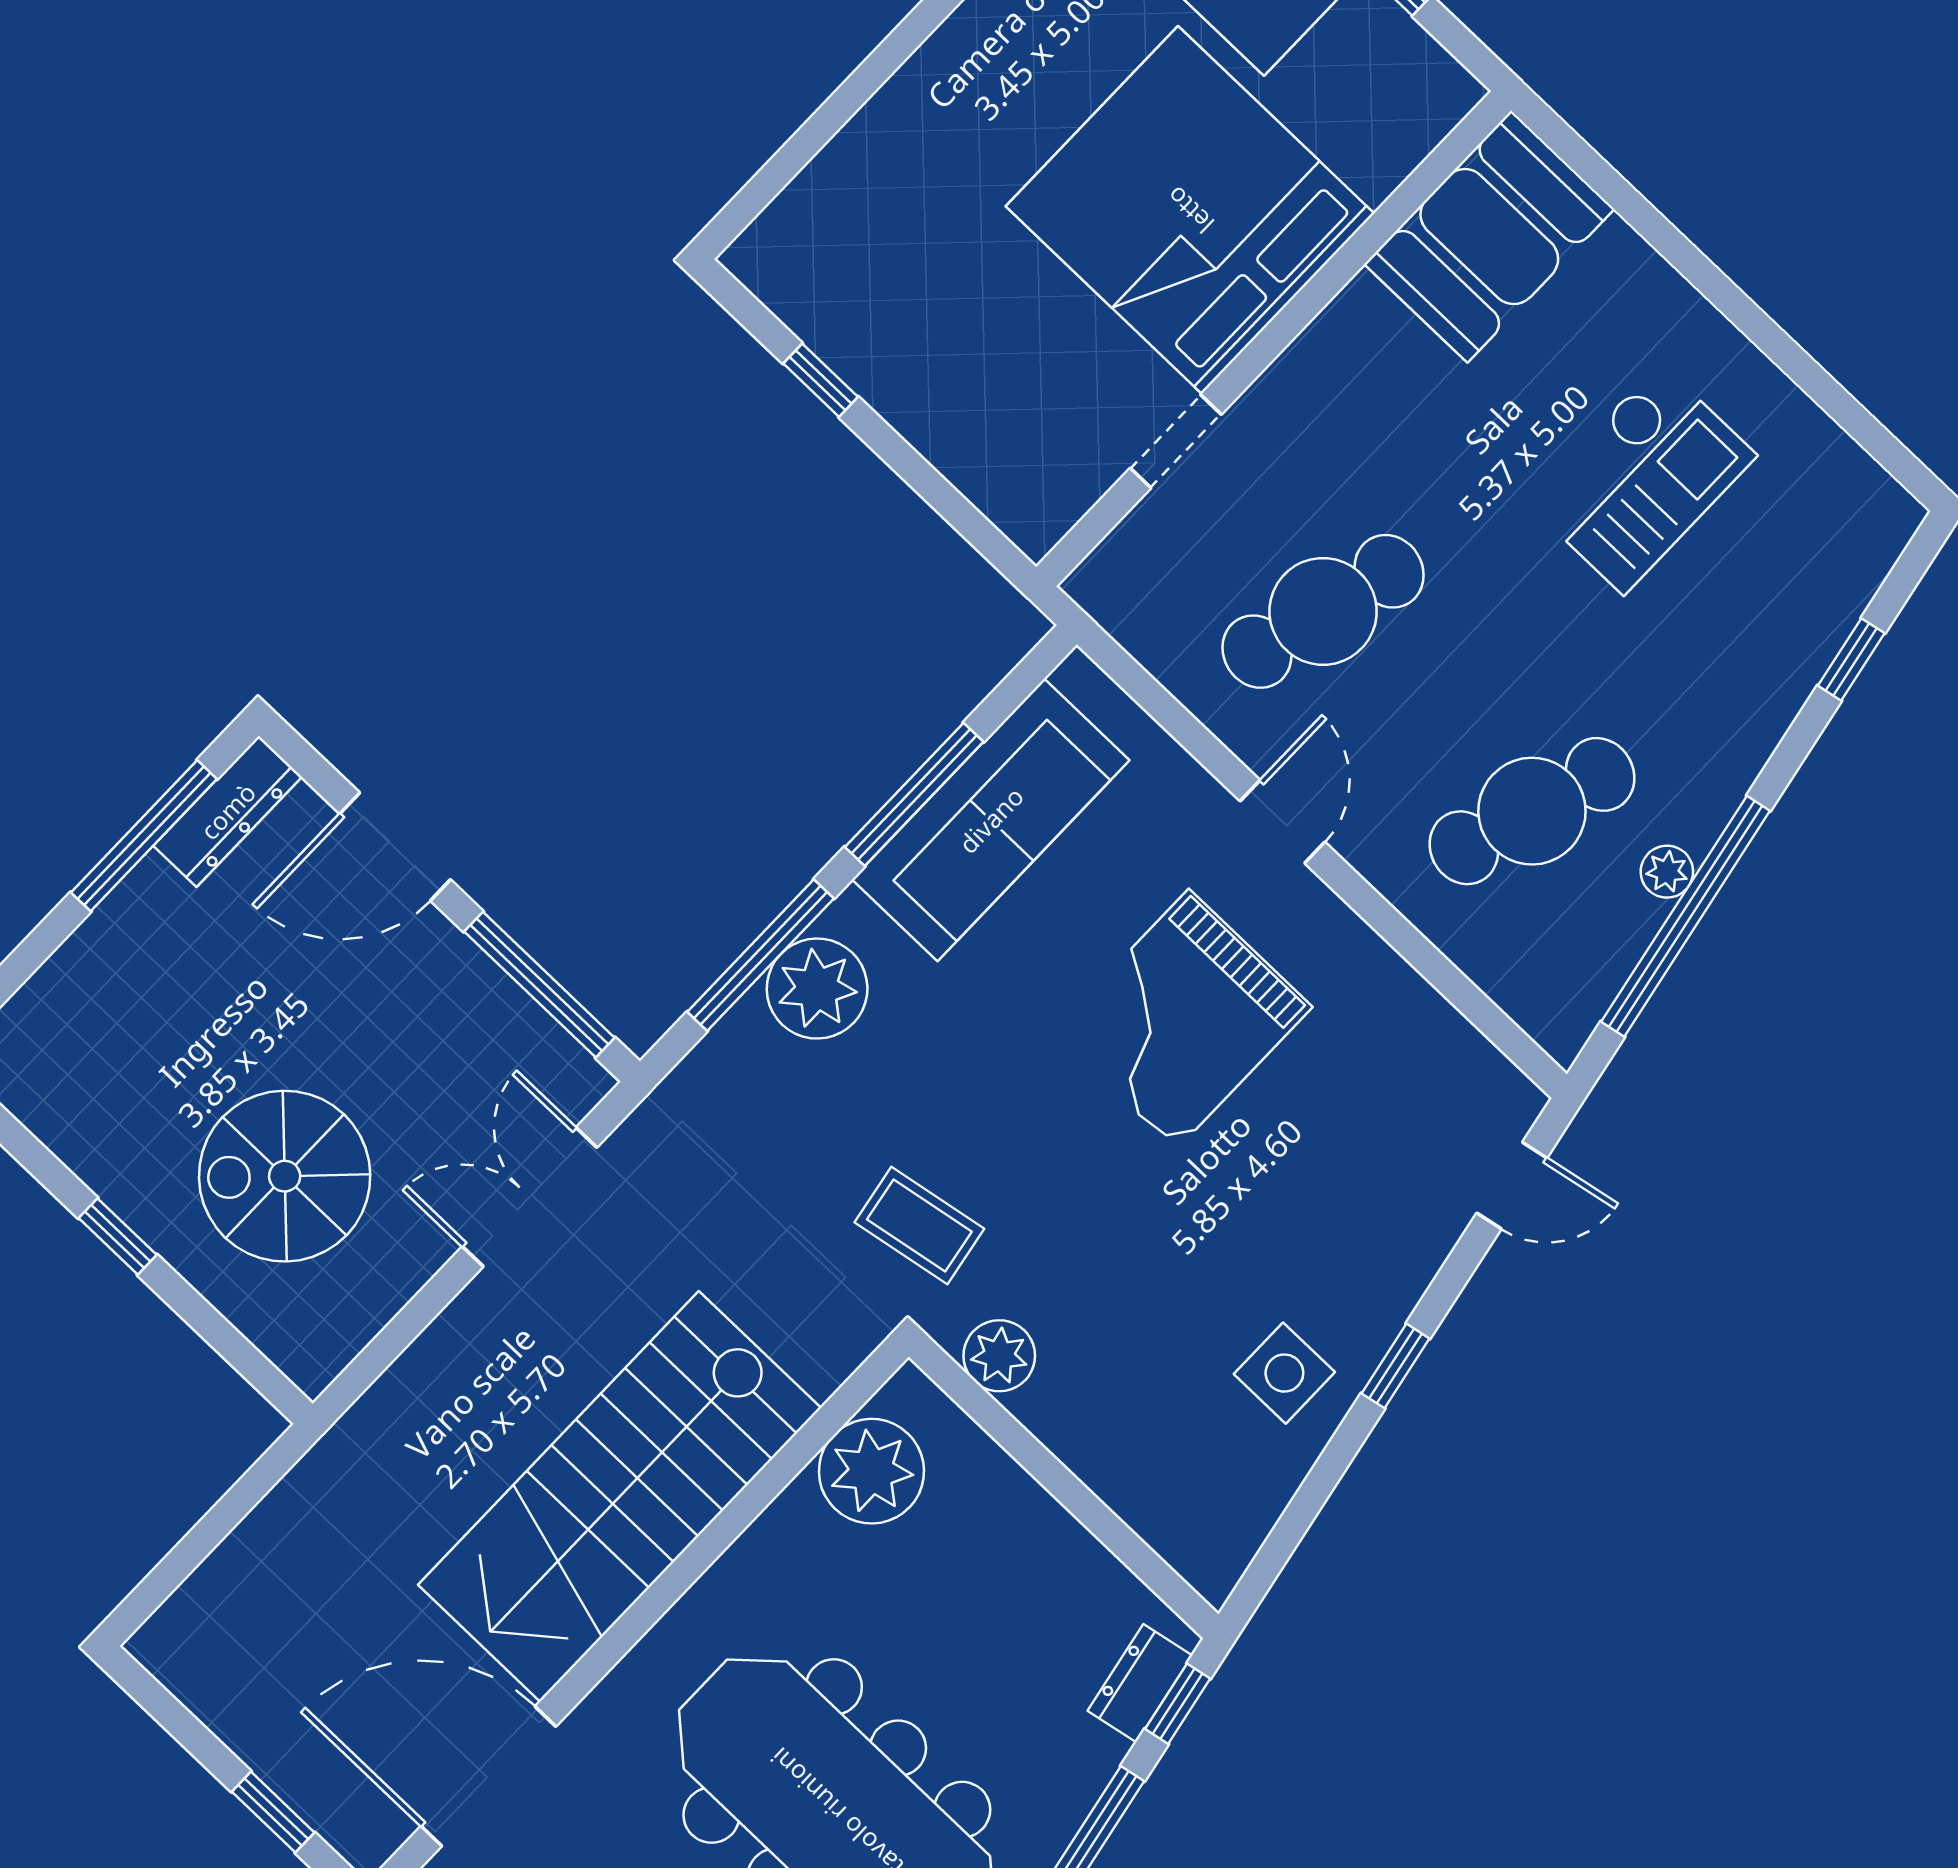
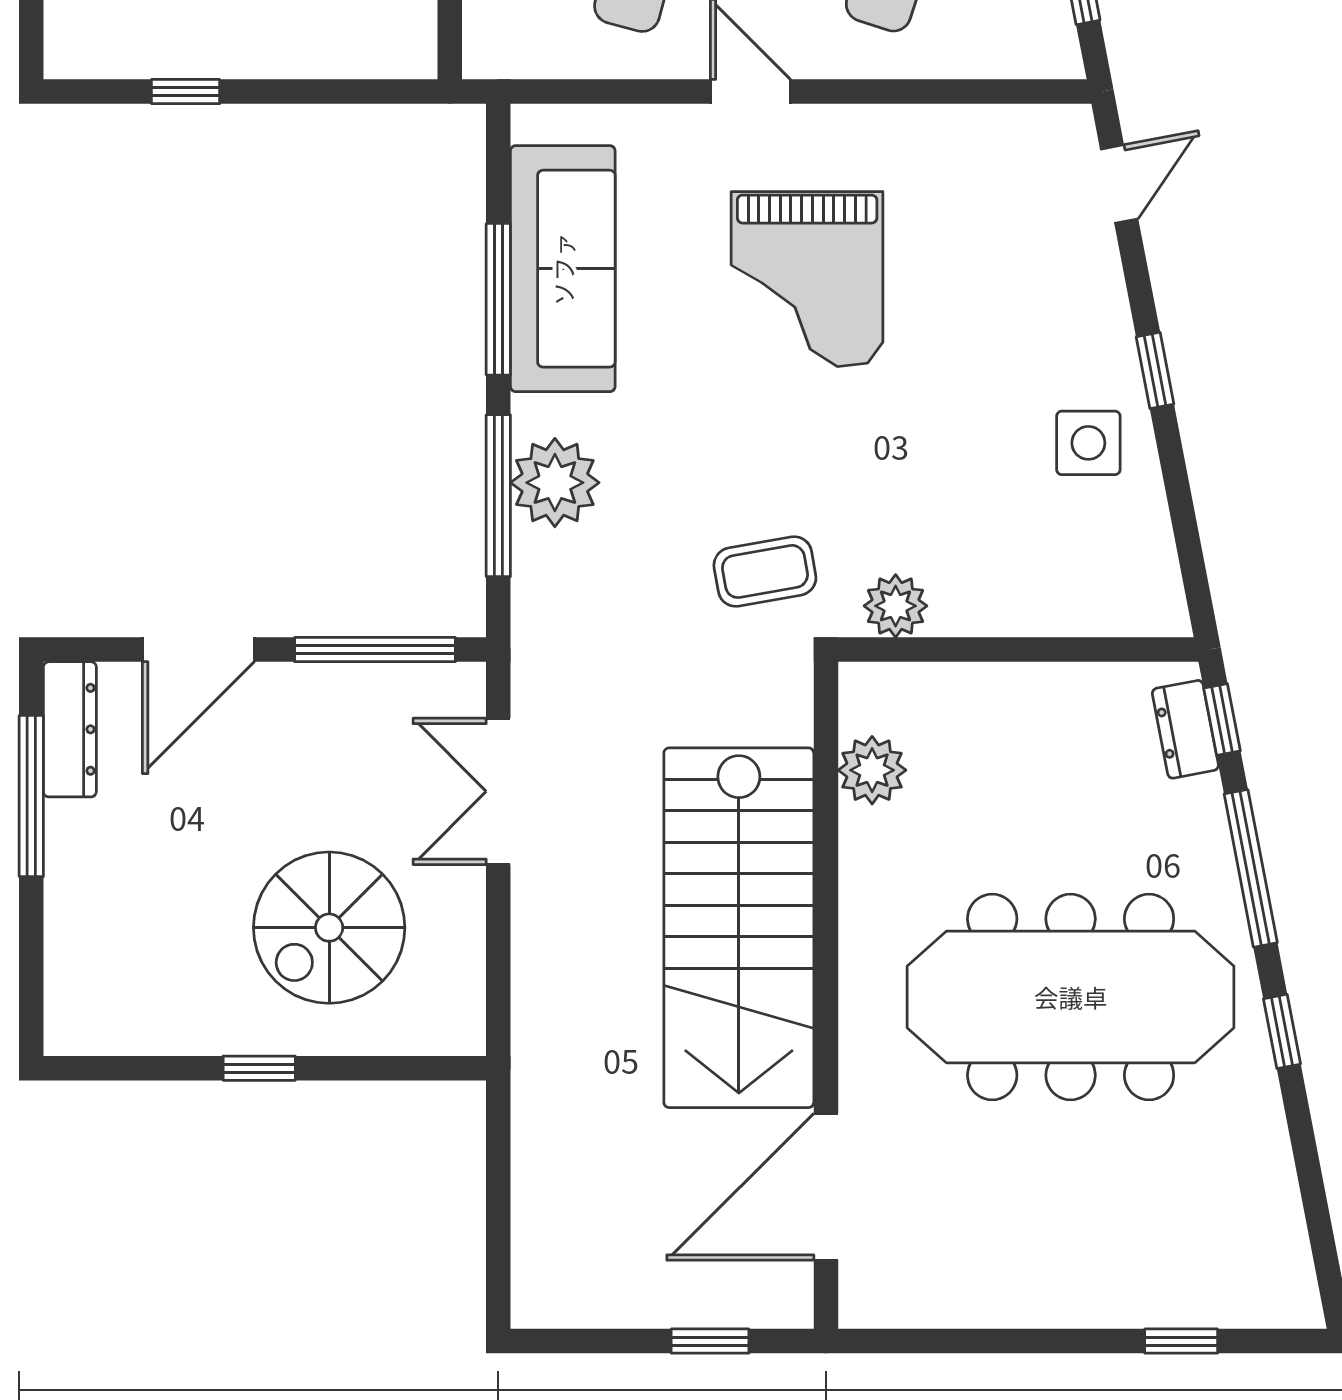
plant: (871, 1471) -> (872, 770), width x0.73, depth x0.73

